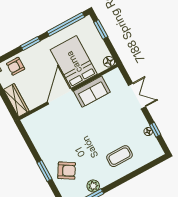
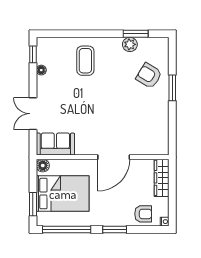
bed: (74, 62) -> (63, 194), moved, turned -90
sofa: (92, 92) -> (55, 144), moved
window: (155, 130) -> (33, 54), moved
coffee table: (119, 156) -> (85, 61), turned 90

